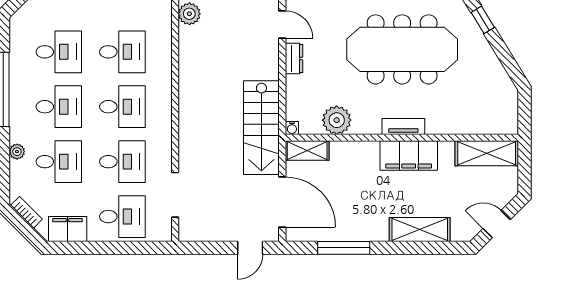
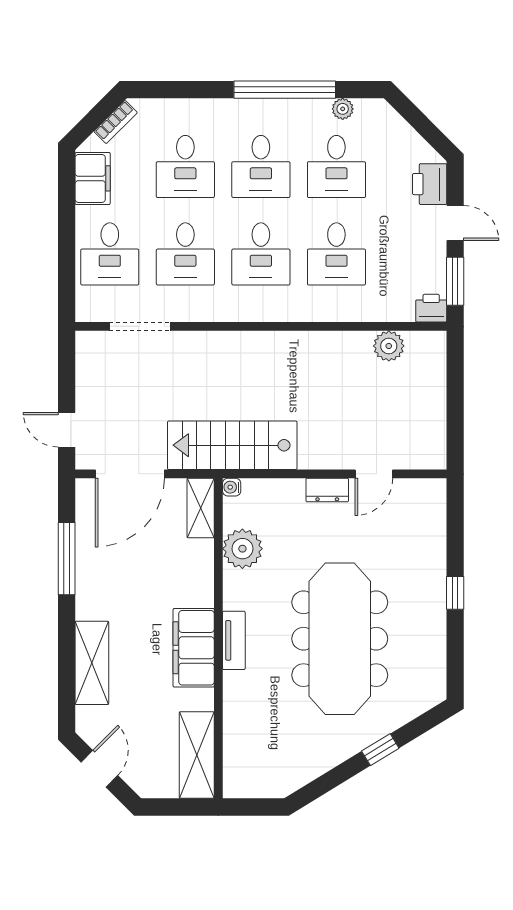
plant: (17, 152) -> (343, 109), moved

